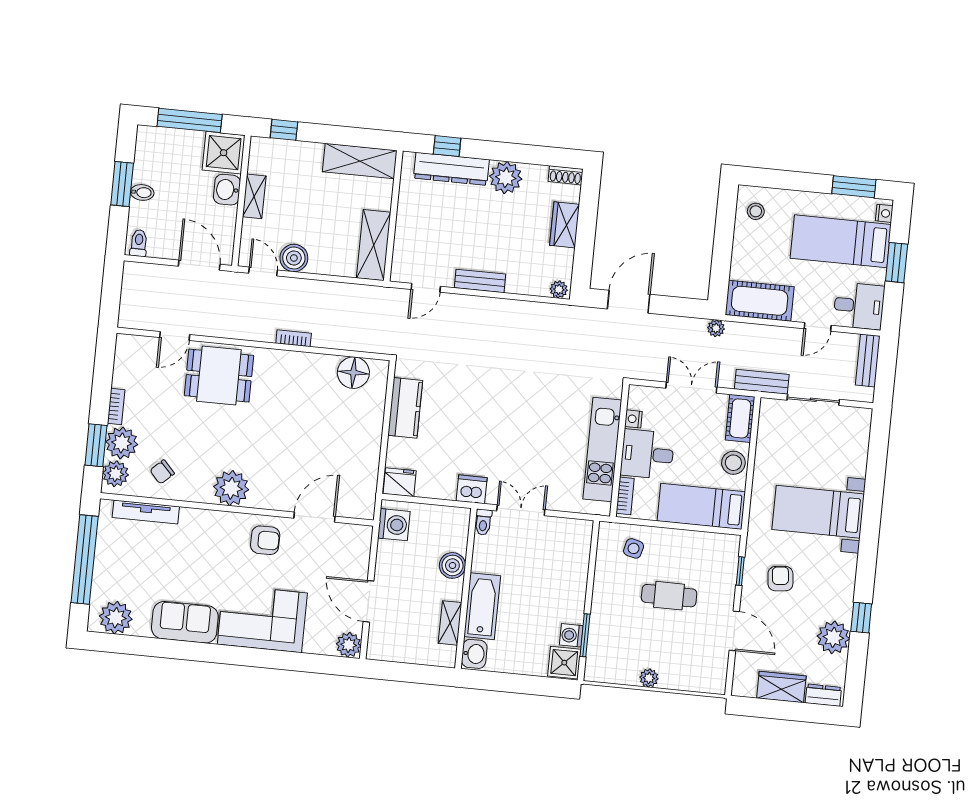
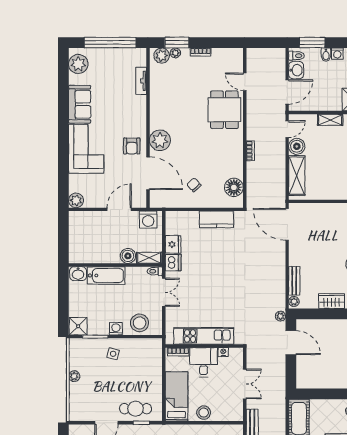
washing machine: (142, 173) -> (337, 54), added
window: (122, 184) -> (312, 43), moved
washbasin: (227, 190) -> (296, 70), moved, turned 90
shelving: (374, 245) -> (297, 176), moved, turned 90
bench: (480, 281) -> (294, 281), moved
door: (426, 288) -> (287, 224), width x1.88
plant: (716, 328) -> (280, 316), moved
cot: (740, 418) -> (230, 414), removed
plant: (122, 443) -> (175, 53), width x0.53, depth x0.53
chair: (162, 472) -> (194, 185), moved
fridge: (400, 482) -> (173, 244), moved
plant: (231, 488) -> (160, 140), moved
tv unit: (146, 512) -> (141, 81), width x0.71
door: (315, 517) -> (148, 173), width x1.36
side table: (634, 548) -> (113, 354), moved
stool: (569, 557) -> (140, 323), added
cafe table: (669, 596) -> (136, 409), moved, turned 90
door: (368, 601) -> (119, 209), moved
shelving: (450, 623) -> (149, 258), moved
washing machine: (571, 635) -> (116, 329), moved

